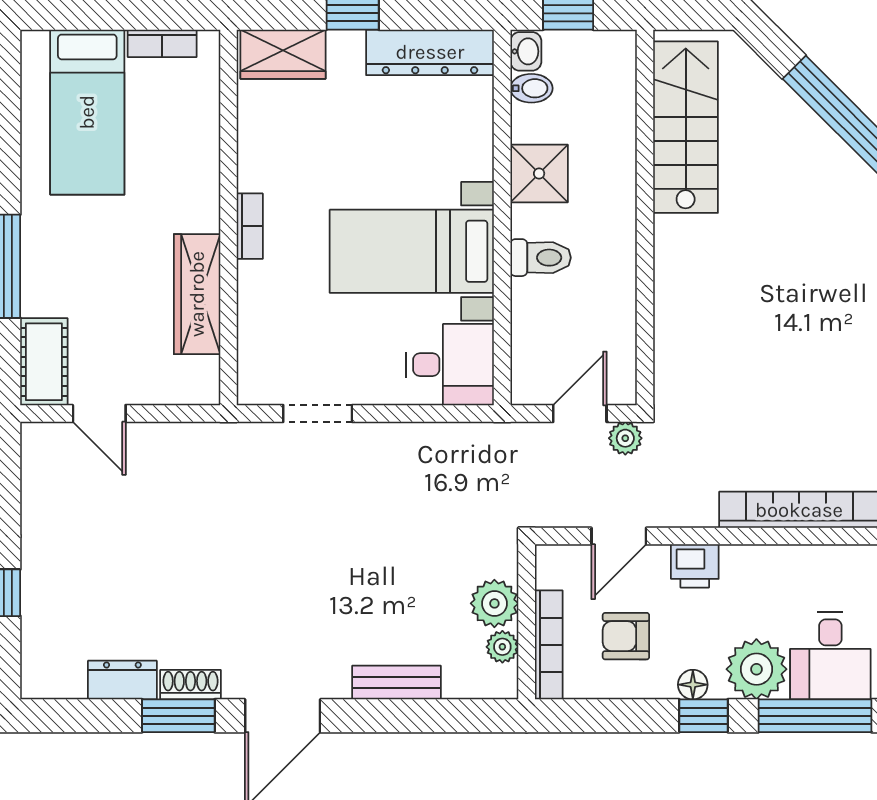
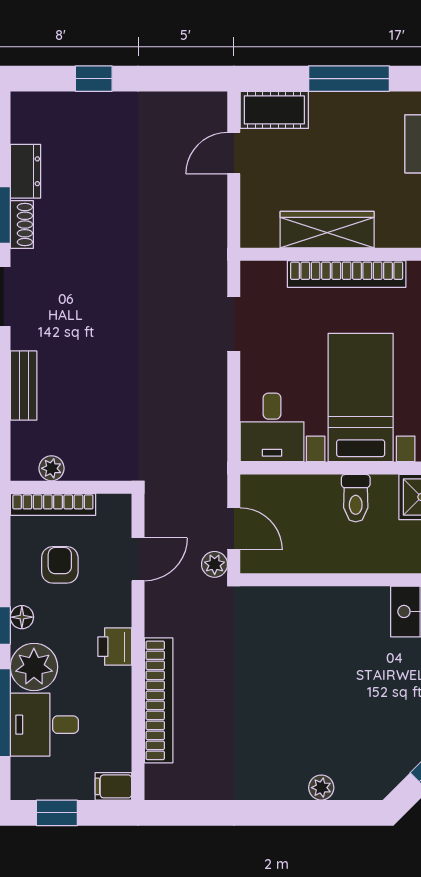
bookcase: (250, 226) -> (347, 274), width x2.31, depth x1.31
door: (619, 536) -> (138, 559), swing flipped
printer: (695, 566) -> (115, 647), moved
plant: (494, 603) -> (85, 462), removed

